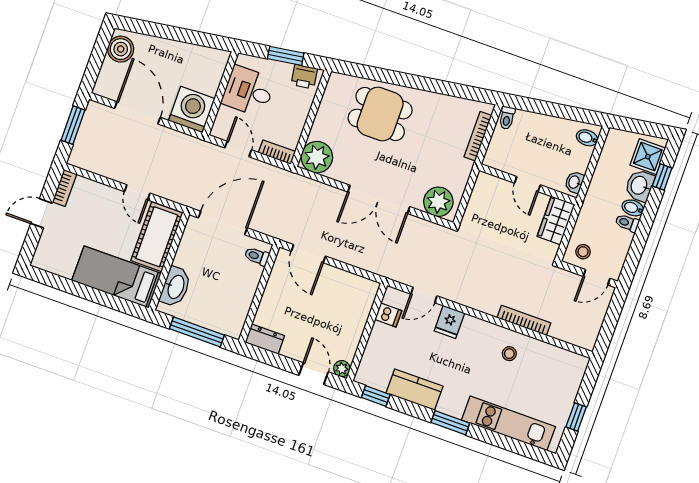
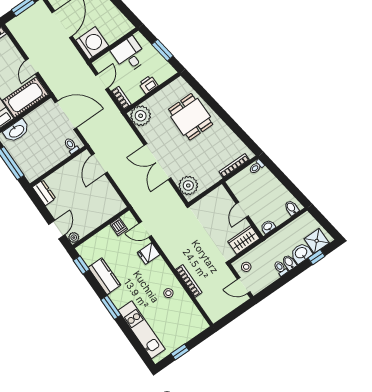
printer: (304, 77) -> (148, 85), moved, turned 98

